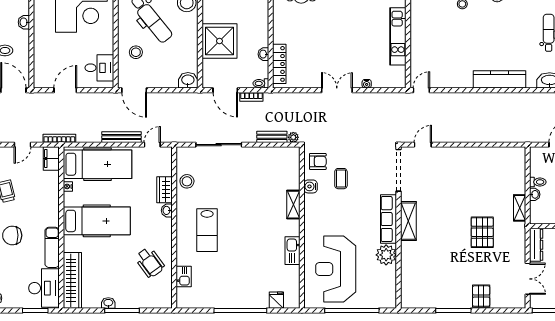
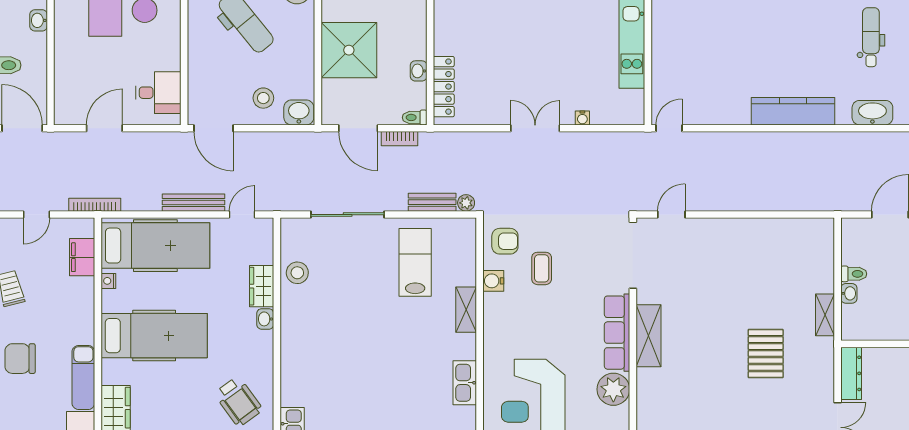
stool: (136, 52) -> (263, 98), moved
filing cabinet: (51, 158) -> (82, 257), moved
lab bench: (207, 230) -> (415, 262), moved, turned 180

